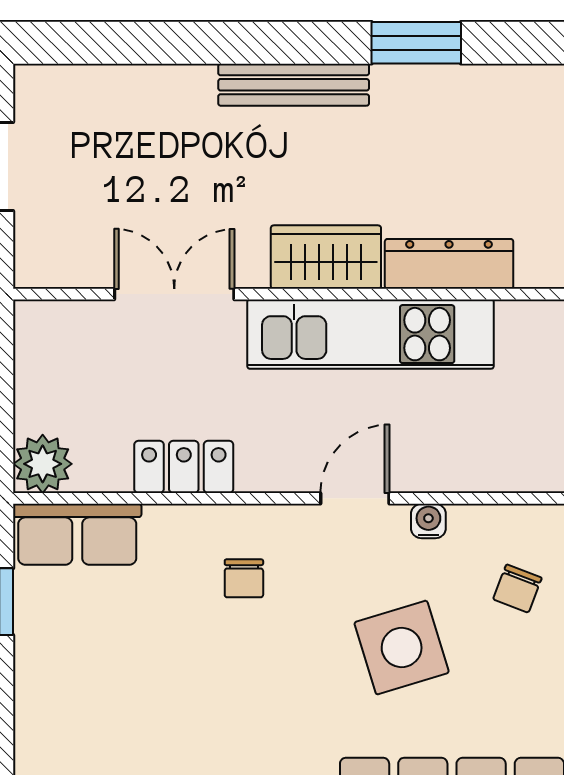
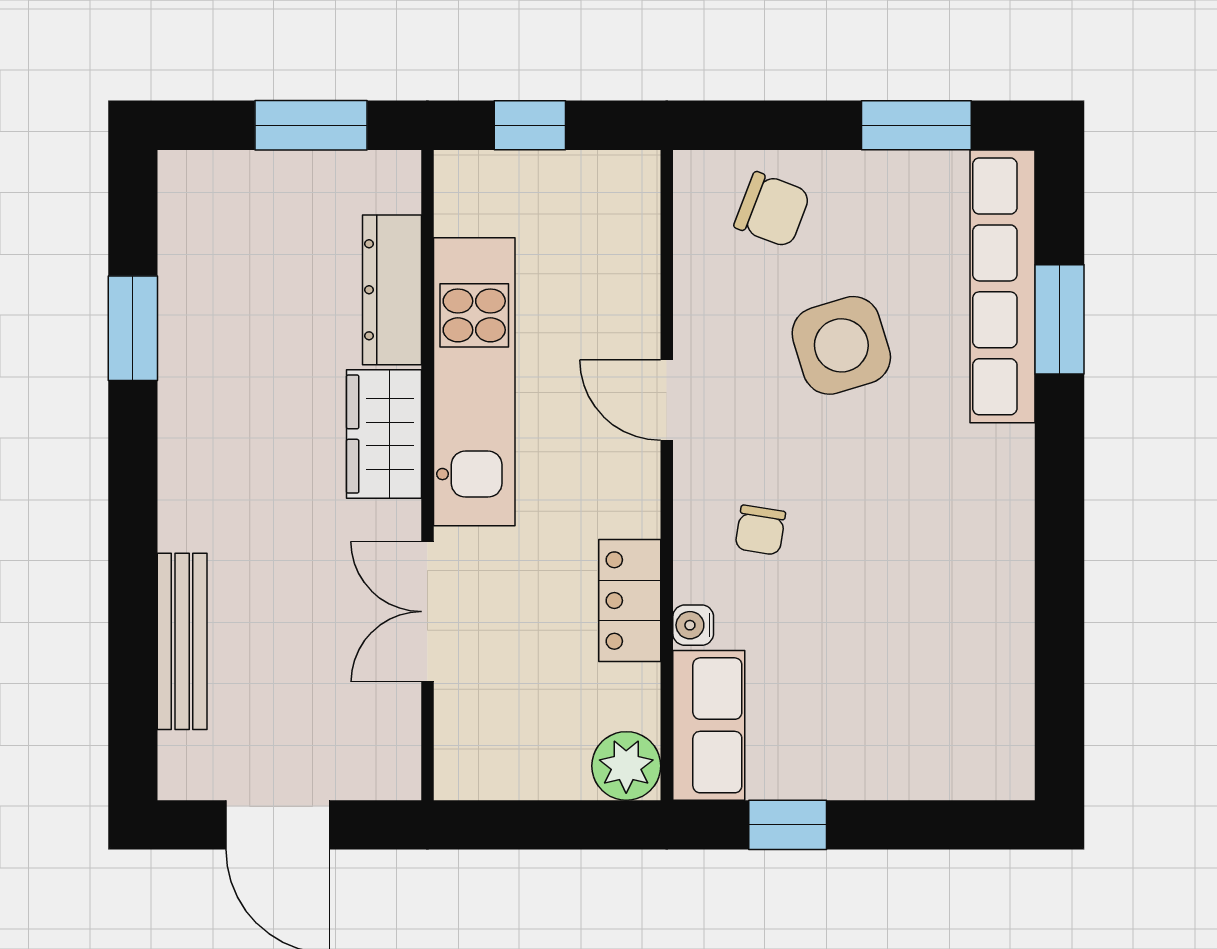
bench: (294, 85) -> (182, 641), moved
water cooler: (428, 521) -> (693, 625), moved
chair: (244, 578) -> (760, 530), turned 99
chair: (517, 589) -> (772, 210), width x1.37, depth x1.37

